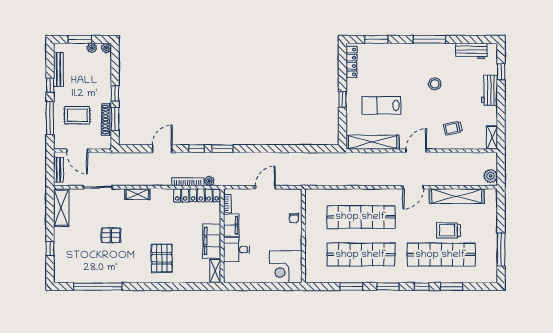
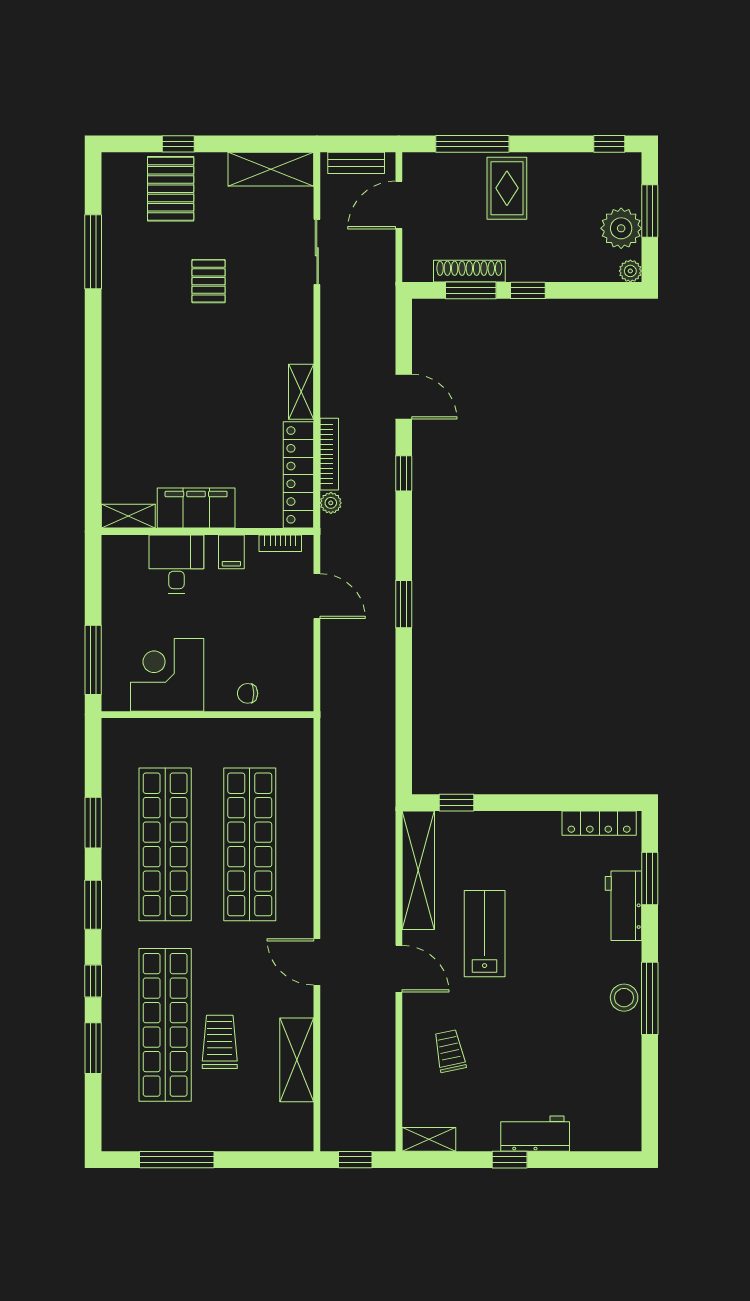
plant: (92, 48) -> (621, 228), width x1.88, depth x1.88
workbench: (471, 51) -> (623, 906), moved
bench: (58, 69) -> (582, 163), removed
window: (501, 72) -> (510, 1160), moved
stool: (435, 84) -> (624, 998), moved
window: (50, 85) -> (609, 144), moved
window: (342, 99) -> (456, 803), moved
lab bench: (381, 105) -> (485, 934), moved
rug: (77, 115) -> (507, 188), moved
window: (222, 149) -> (404, 604), moved
window: (501, 170) -> (355, 1160), added
plant: (491, 176) -> (342, 1136), removed
door: (265, 187) -> (317, 596), moved
shelving: (137, 194) -> (301, 392), moved
shelving: (457, 196) -> (297, 1060), width x0.68
filing cabinet: (231, 225) -> (231, 552), width x0.50
pallet: (162, 258) -> (171, 189), moved, turned 90
corner desk: (286, 267) -> (167, 675), moved
window: (98, 287) -> (93, 252), width x0.68
window: (279, 287) -> (93, 660), added

